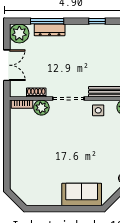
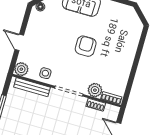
armchair: (64, 151) -> (86, 46), added

